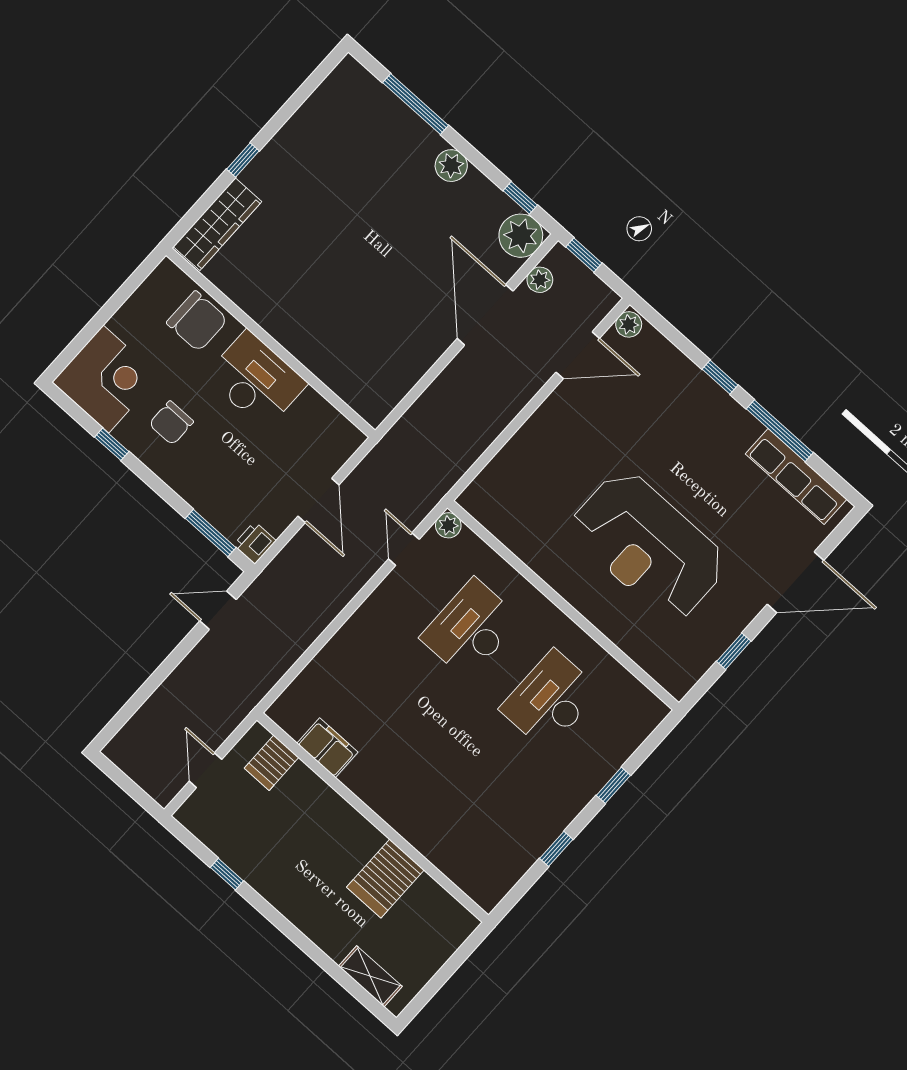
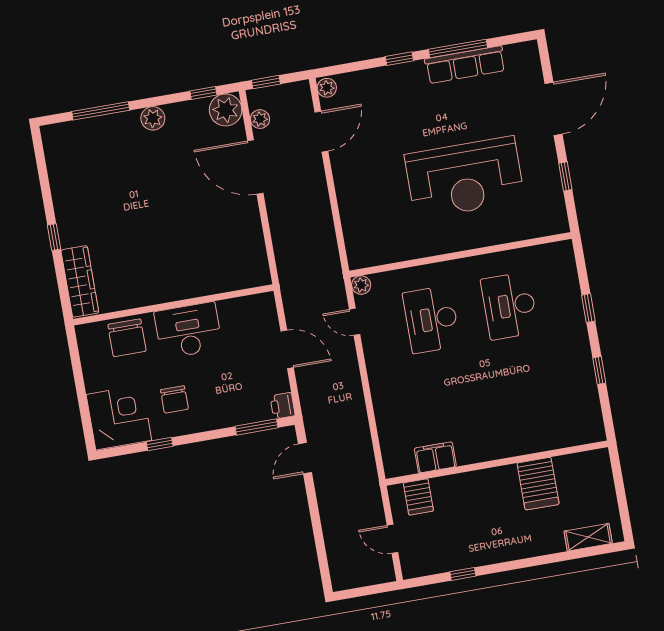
chair: (197, 321) -> (127, 338), turned 90
row of seats: (796, 476) -> (465, 65), moved

